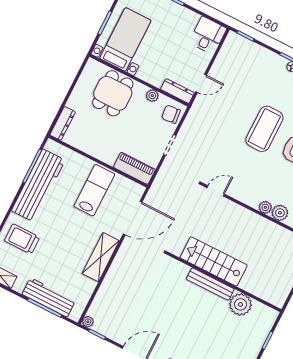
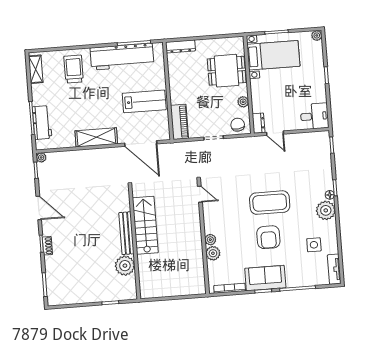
dresser: (177, 91) -> (259, 123), width x0.70
workbench: (49, 297) -> (42, 123), width x0.73

